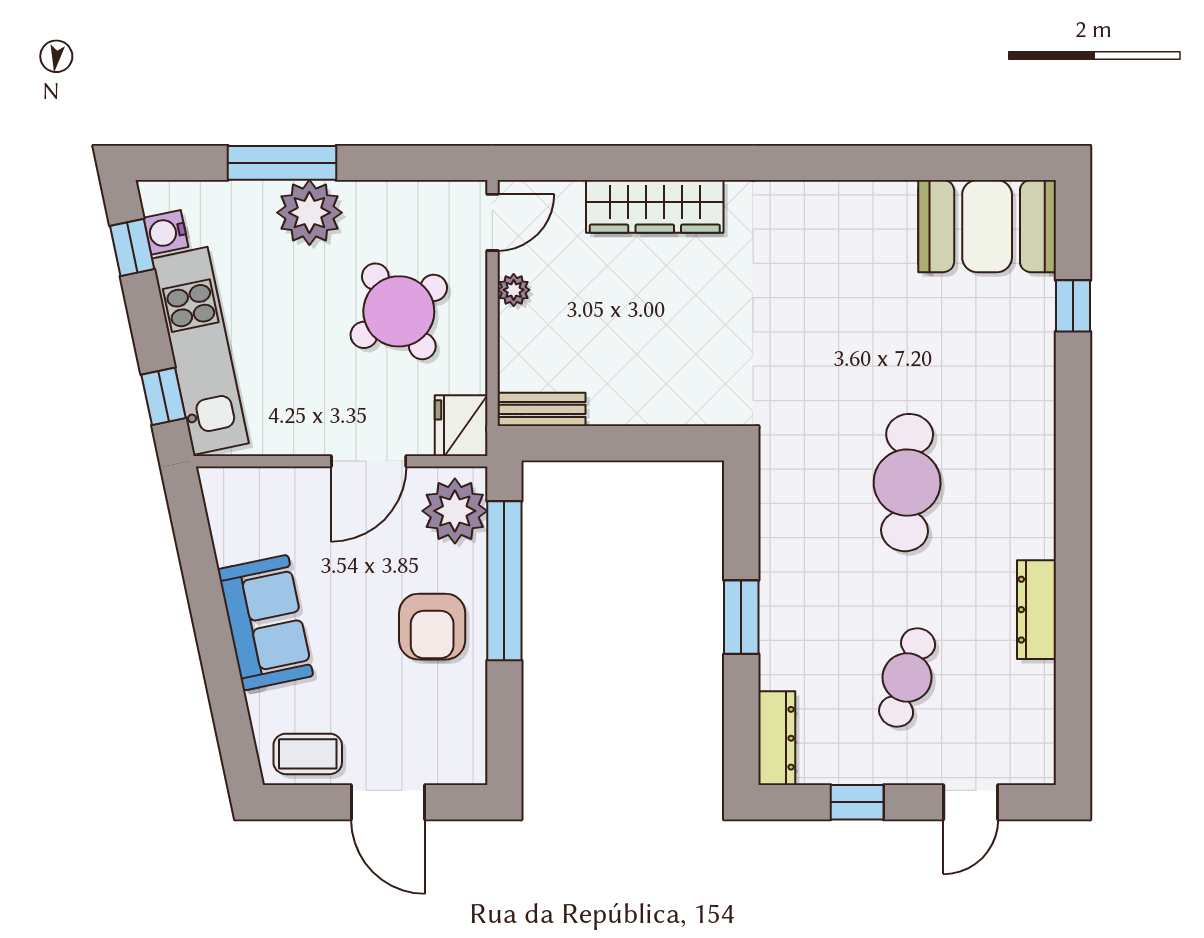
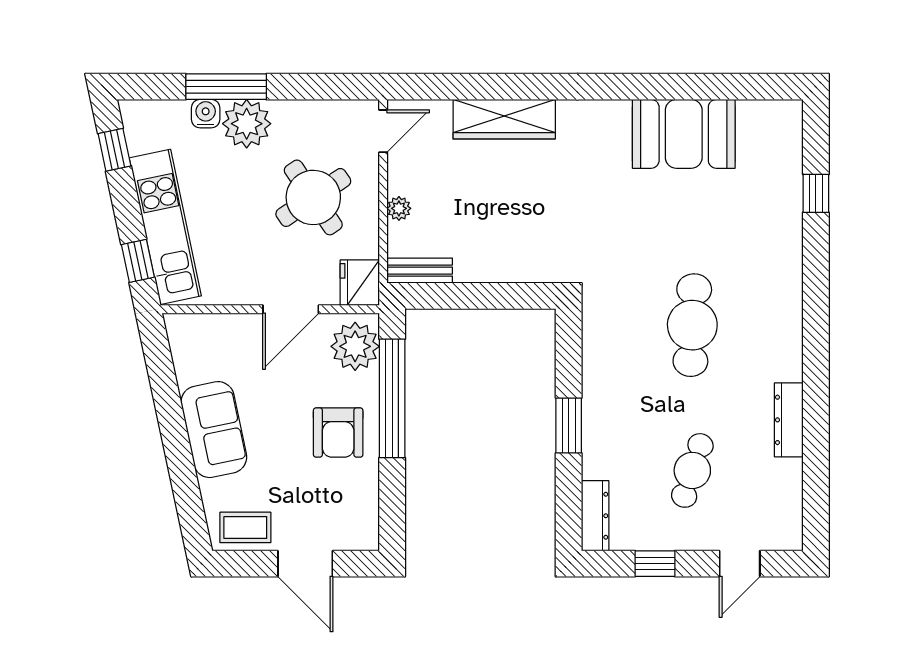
booth: (987, 226) -> (684, 134), moved
water cooler: (166, 232) -> (206, 114), moved, turned 102
plant: (514, 290) -> (399, 208), moved

